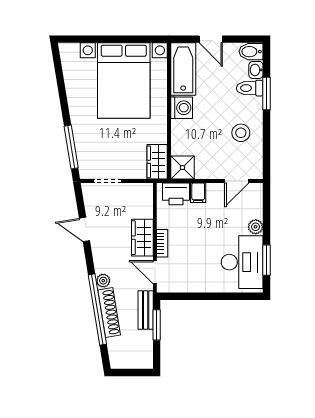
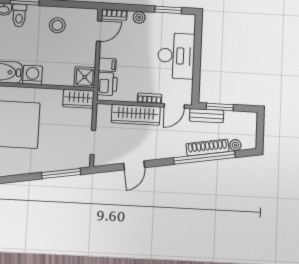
door: (237, 181) -> (99, 31), hinge flipped
bookcase: (257, 198) -> (114, 15), added
wardrobe: (142, 238) -> (136, 115), width x1.50
desk: (242, 262) -> (176, 56), moved, turned 90
plant: (103, 281) -> (235, 145), moved

